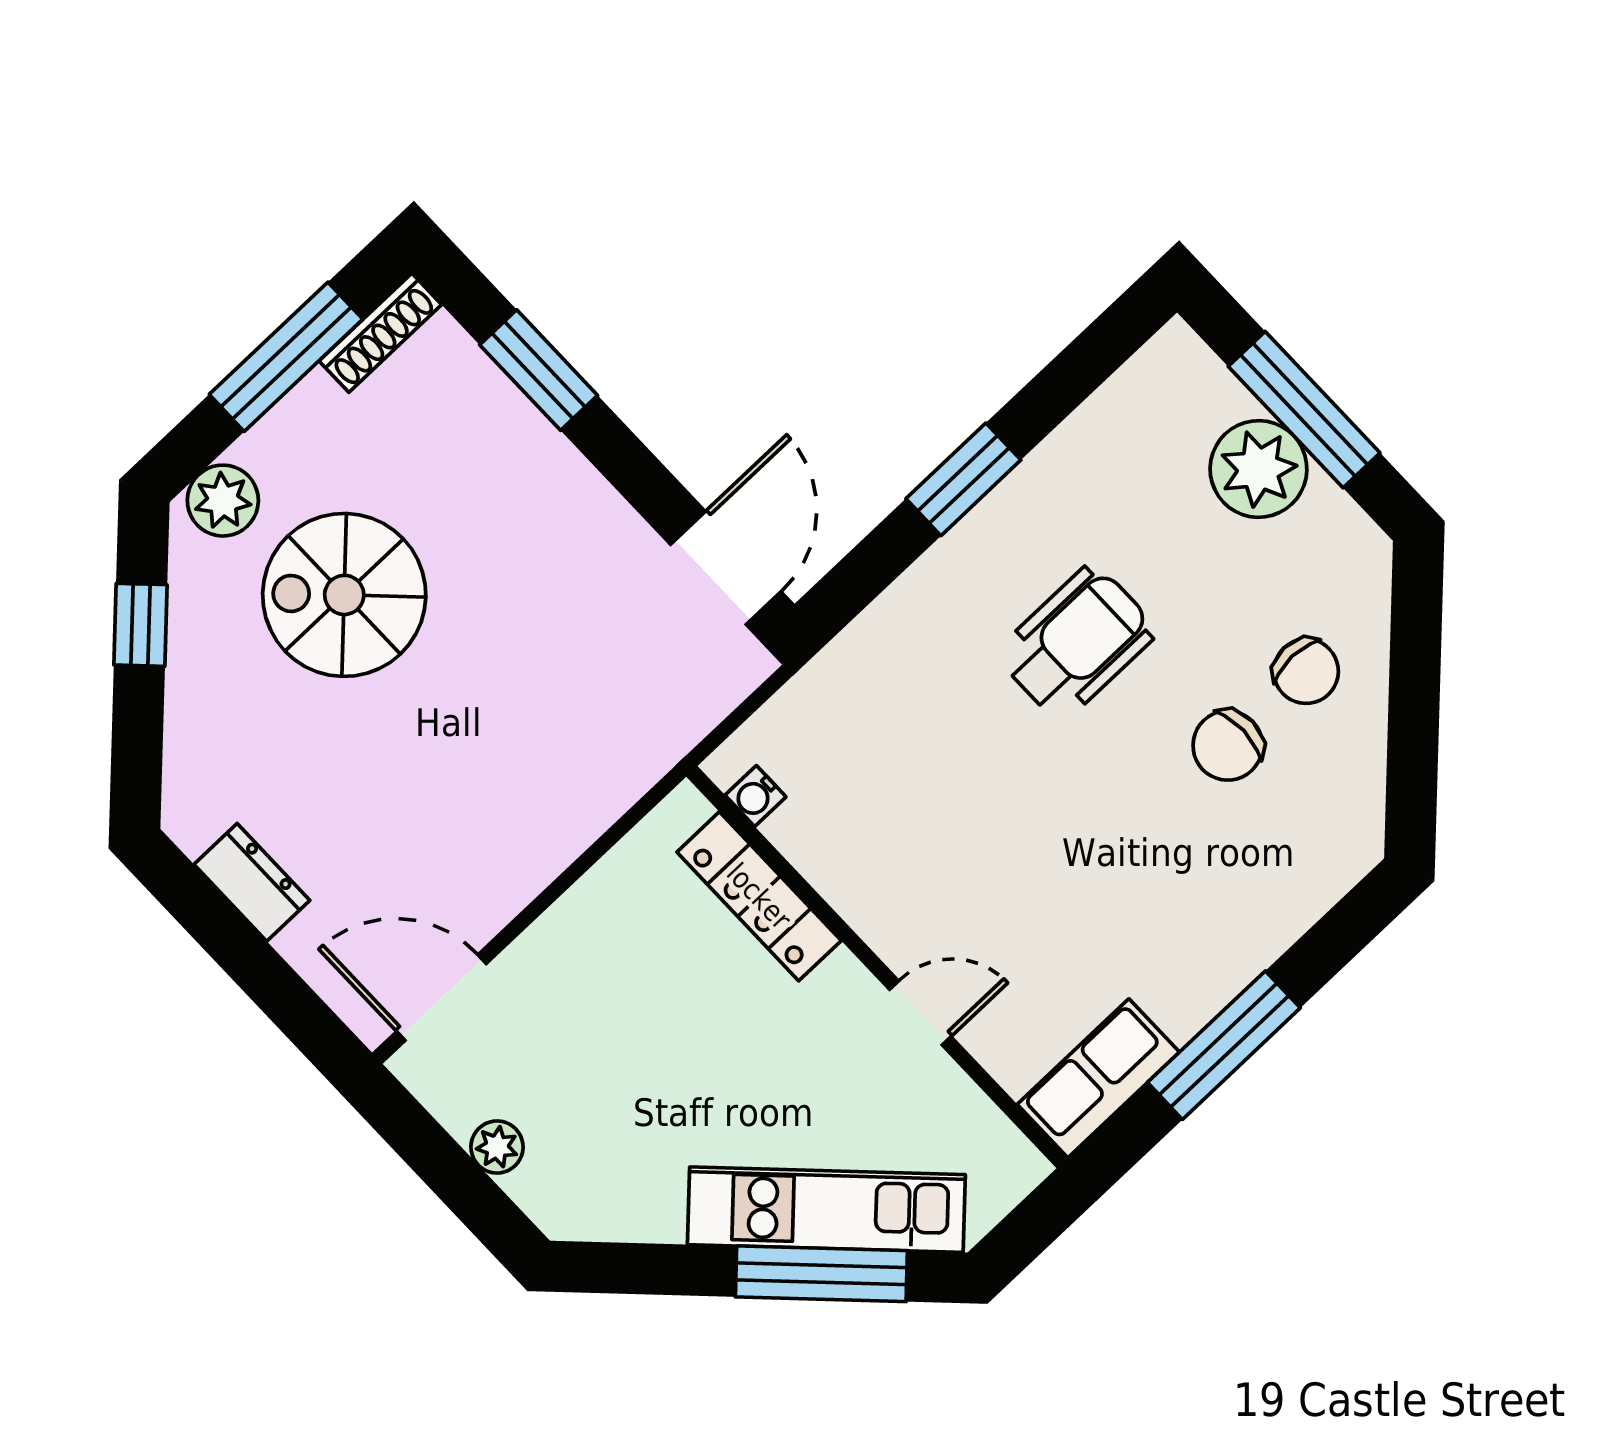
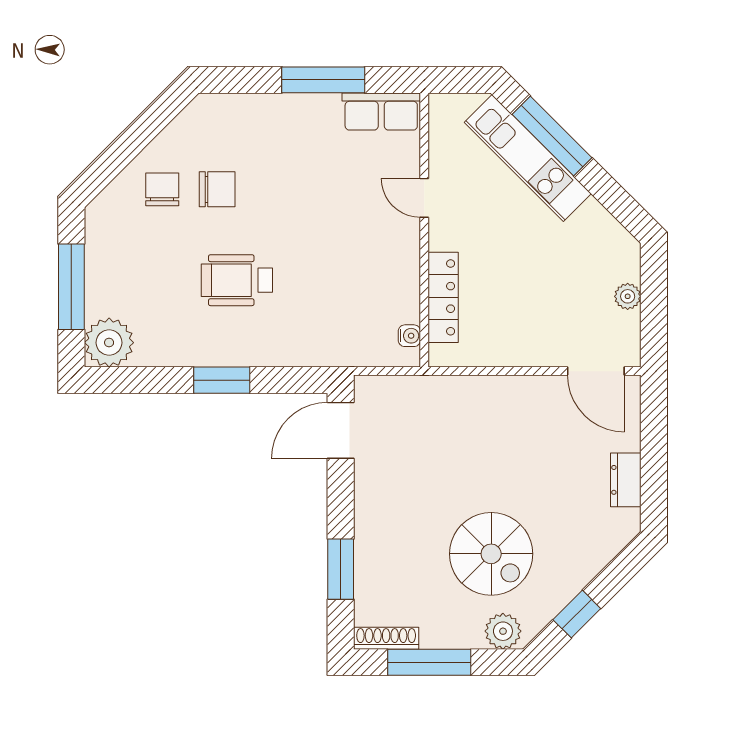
plant: (1258, 469) -> (109, 343), moved

